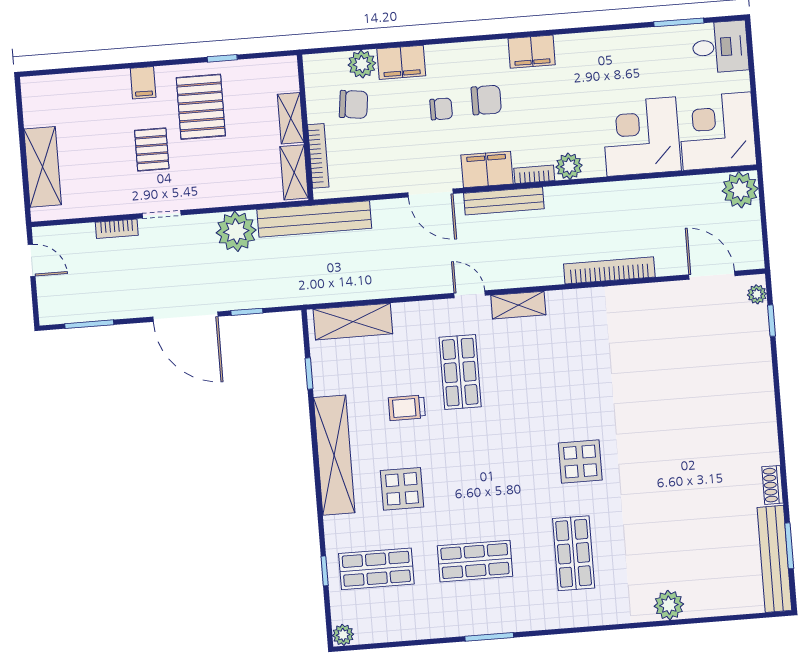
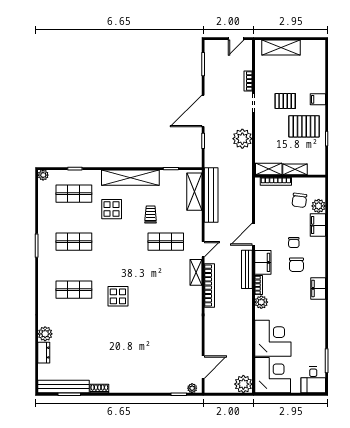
bench: (314, 219) -> (211, 195), moved
bookcase: (609, 270) -> (209, 286), moved
shop shelf: (475, 561) -> (74, 242), turned 90
shop shelf: (376, 569) -> (74, 194), turned 90
dresser: (708, 605) -> (44, 353), added

